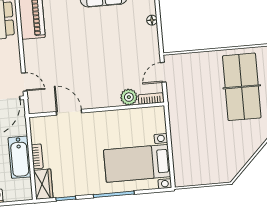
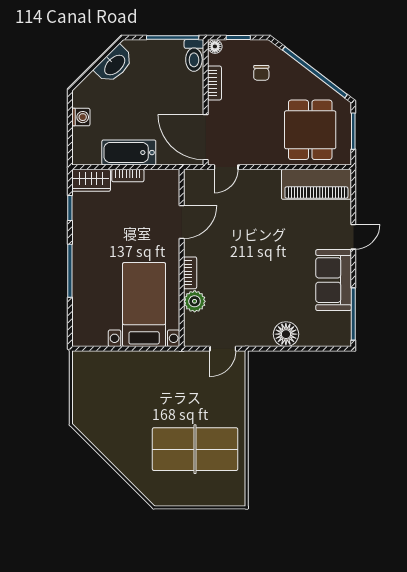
floor lamp: (152, 20) -> (286, 334), width x1.89, depth x1.89
door: (163, 72) -> (223, 349), swing flipped
bookcase: (151, 99) -> (190, 273), moved
bed with nightstands: (137, 163) -> (144, 305), moved

